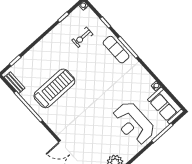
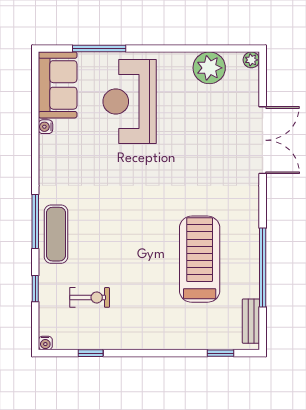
treadmill: (54, 88) -> (200, 259), turned 90
reception desk: (133, 123) -> (130, 102), turned 180

